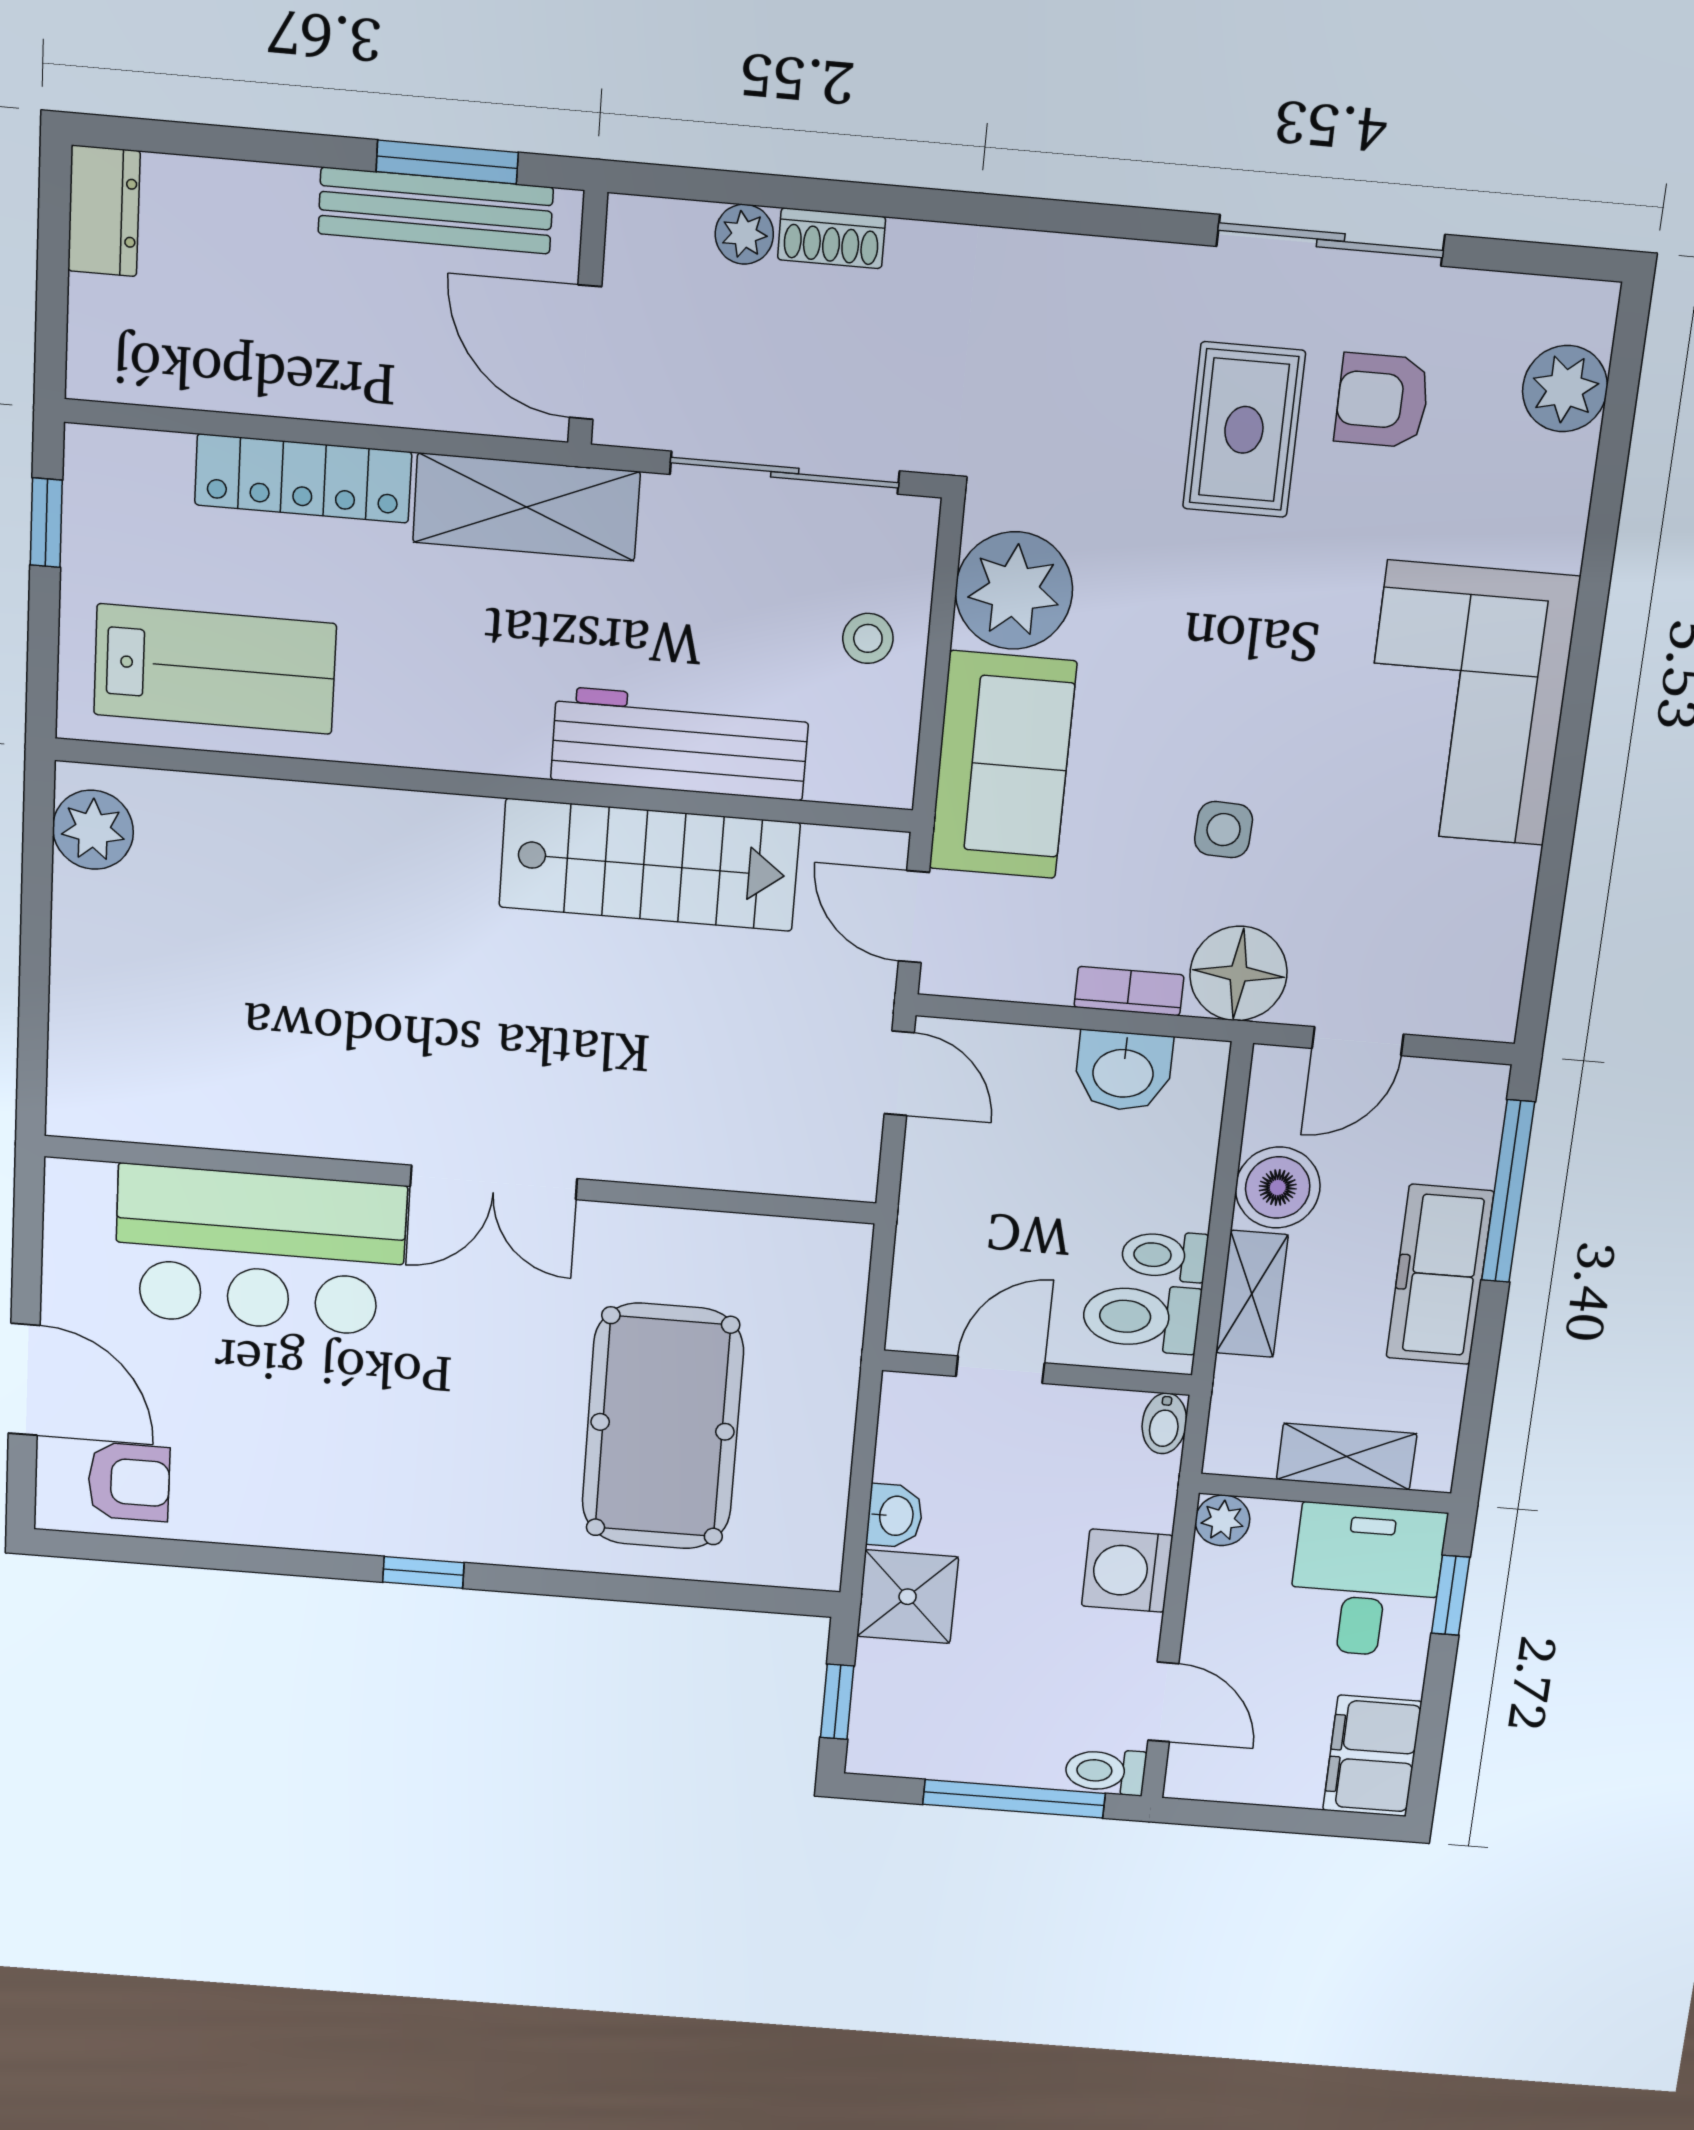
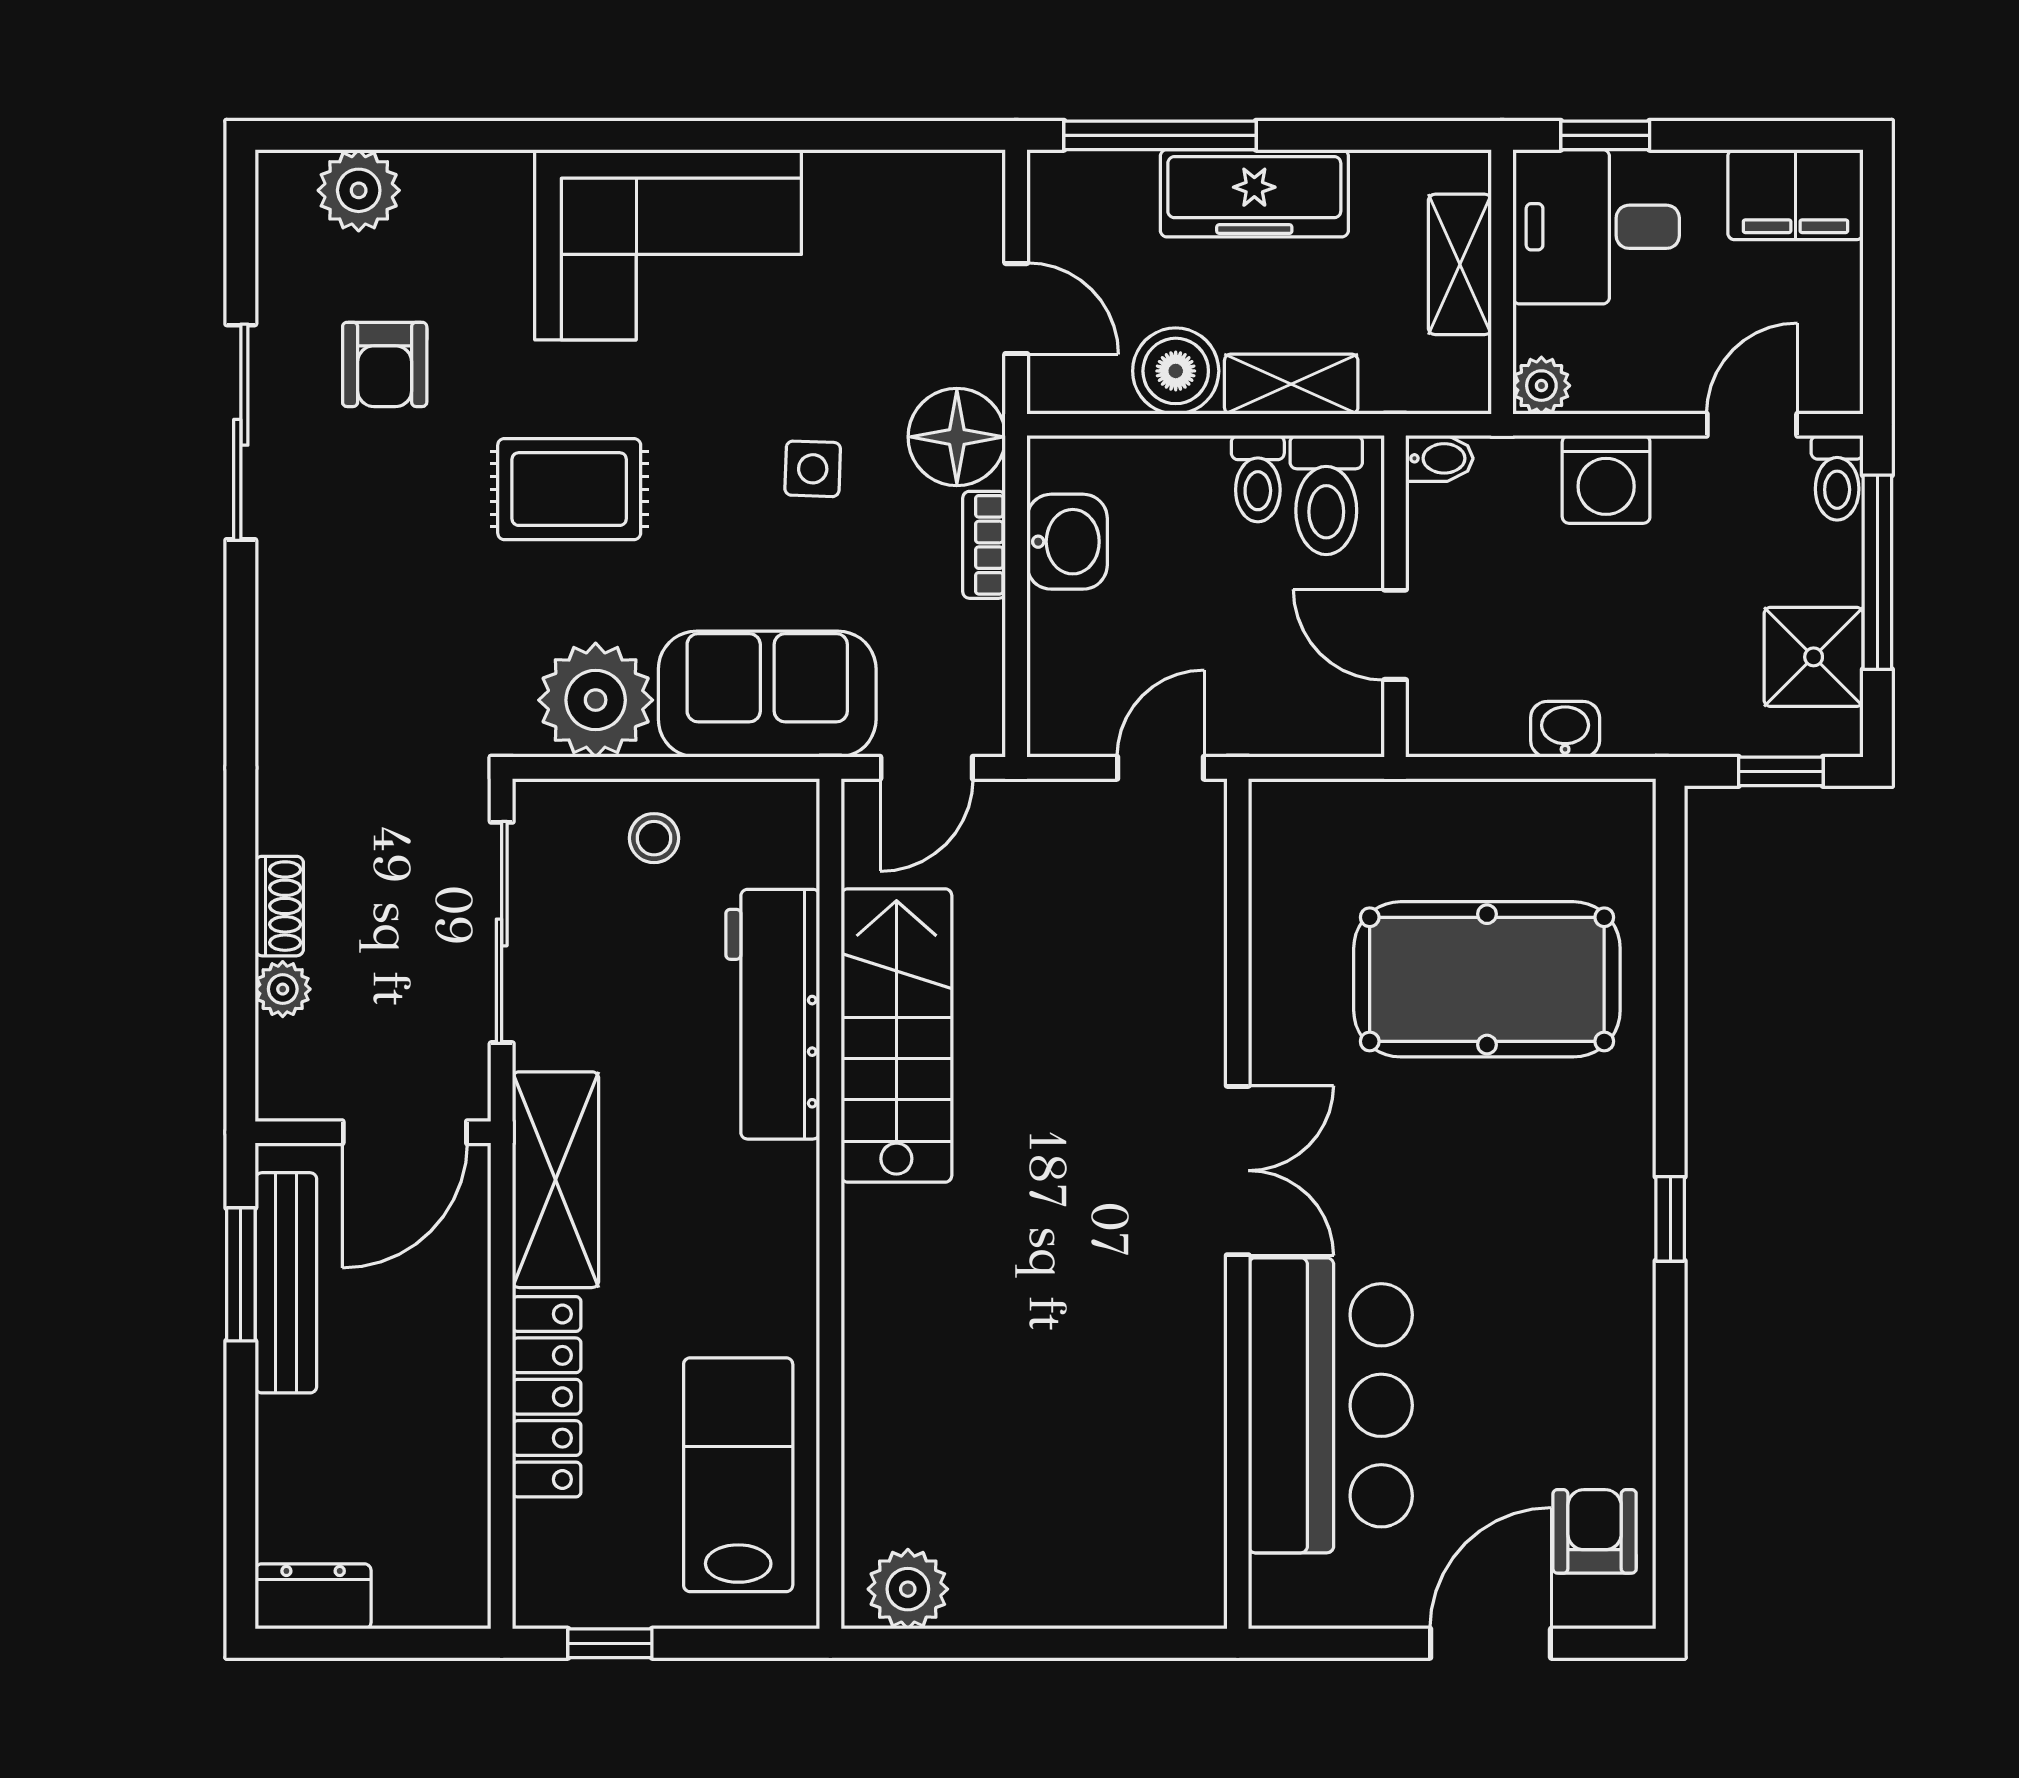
rug: (1244, 430) -> (569, 489), moved
door: (899, 1073) -> (1161, 768), moved
shower: (908, 1597) -> (1814, 657), moved

